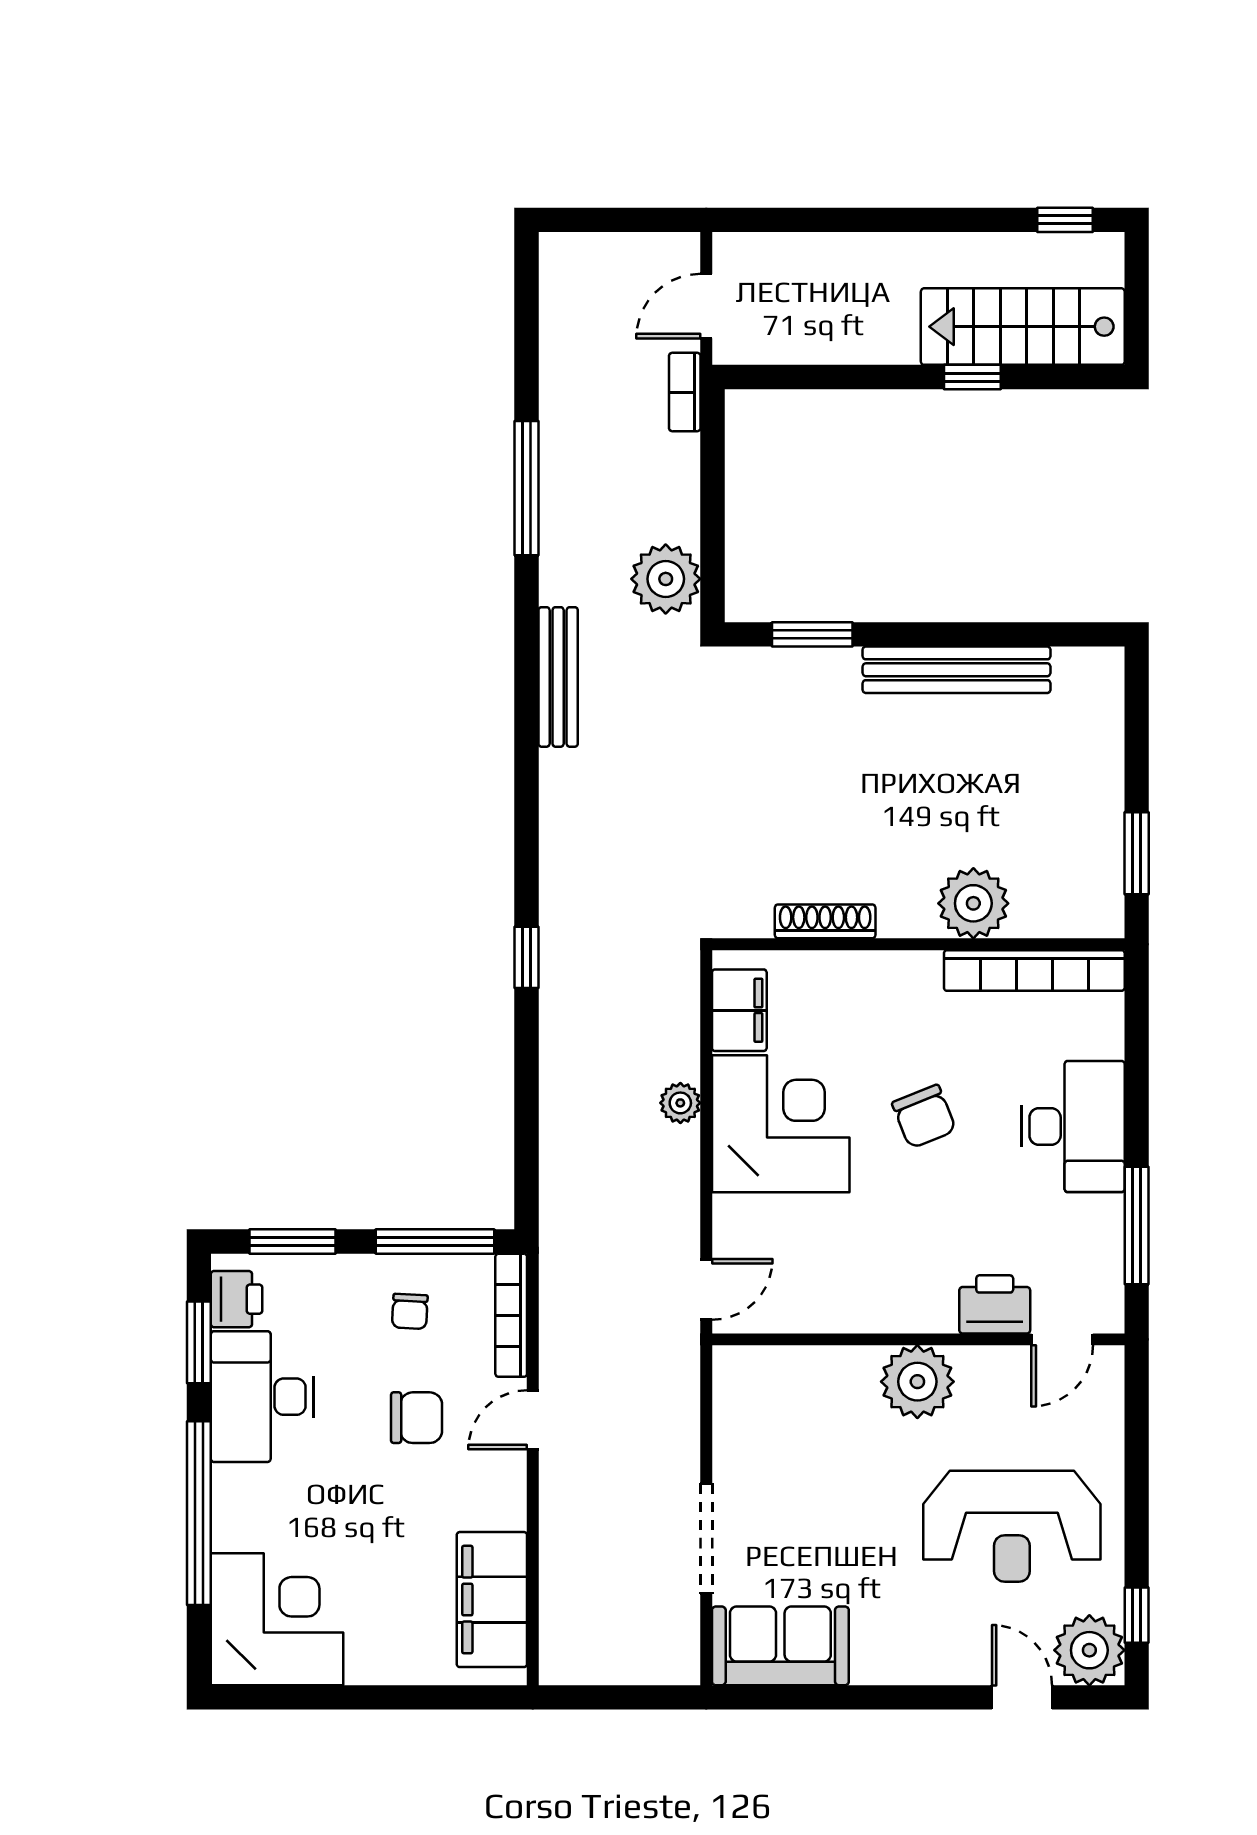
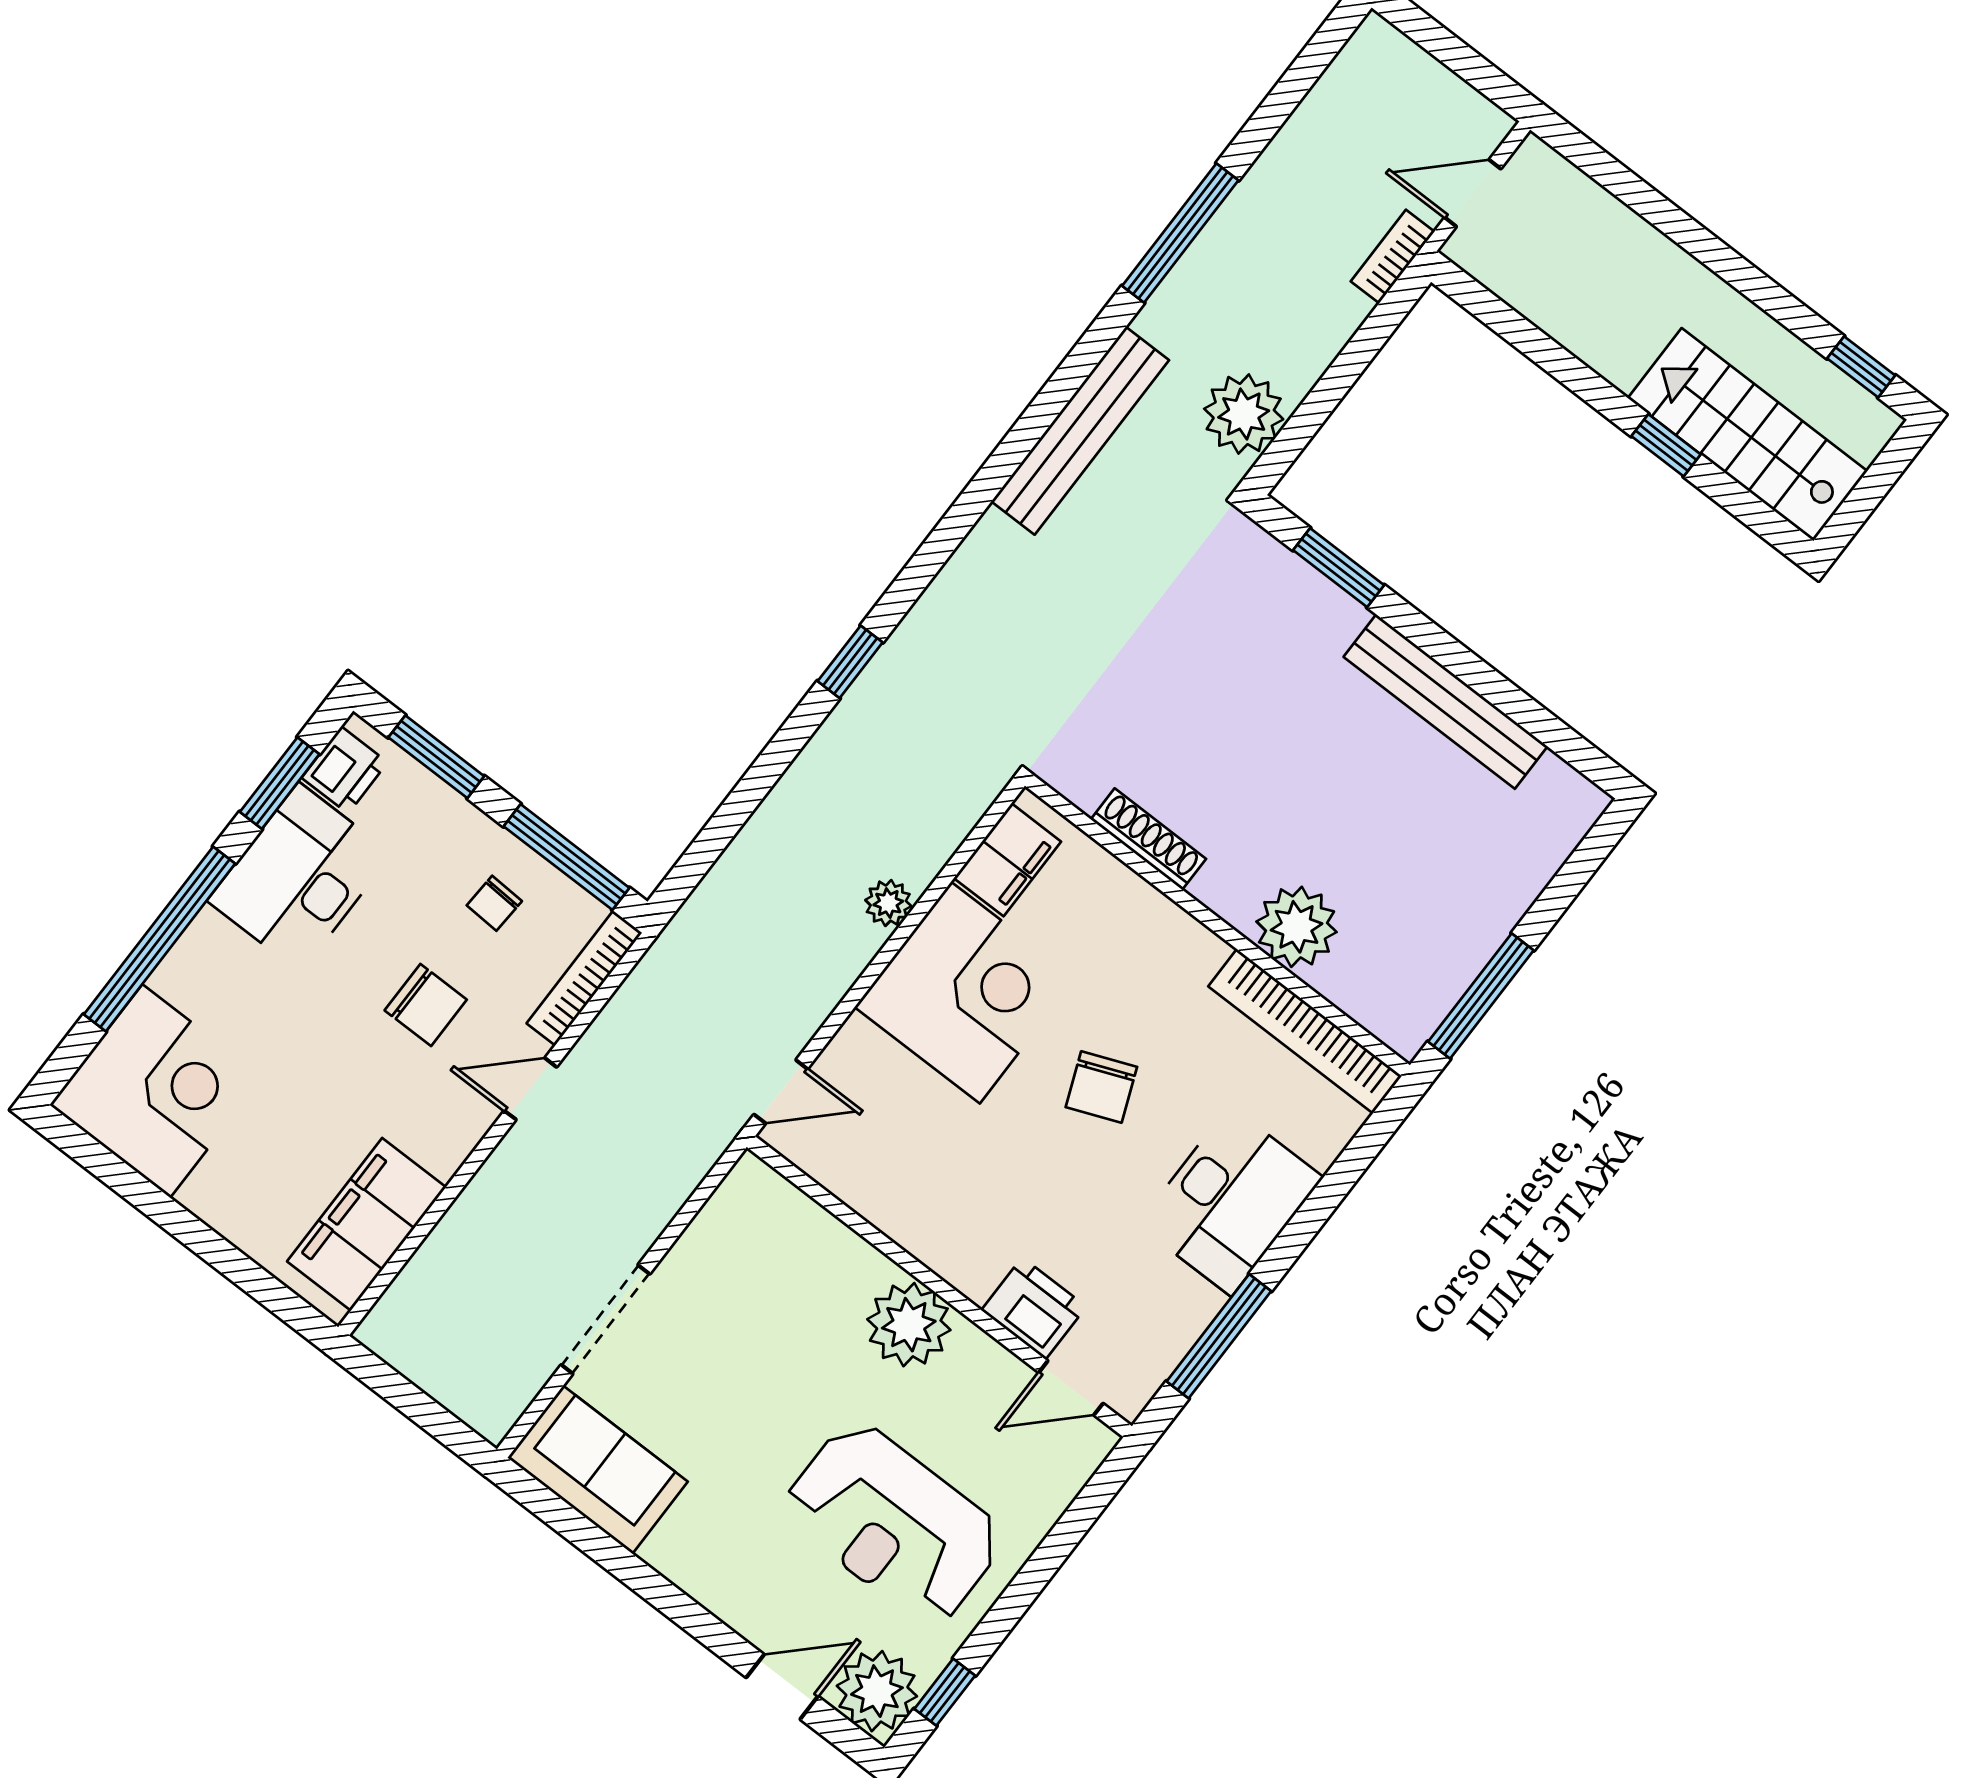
bench: (558, 677) -> (1080, 431), width x1.37, depth x1.21
window: (1137, 853) -> (1481, 996), width x1.44
door: (1022, 1697) -> (782, 1687), hinge flipped

